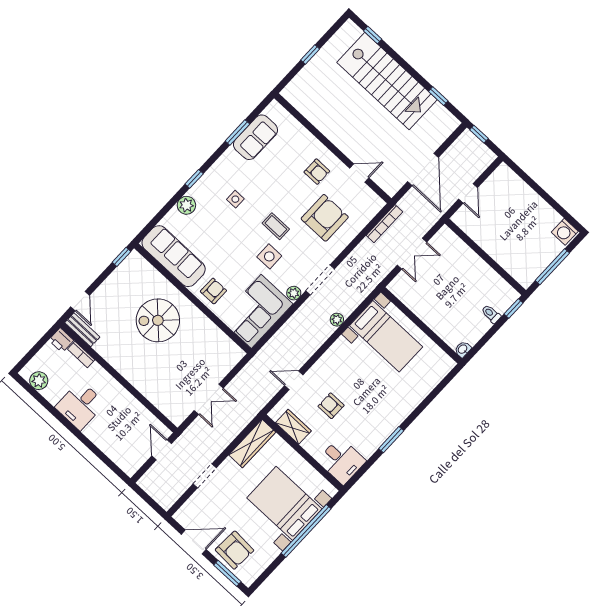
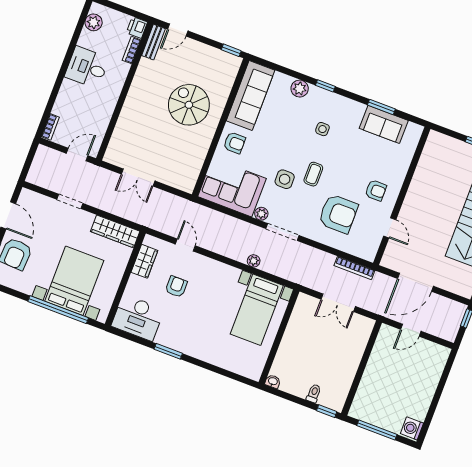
armchair: (317, 172) -> (376, 190), turned -90
desk: (342, 461) -> (138, 318), width x1.37
bookcase: (124, 465) -> (50, 127), added

